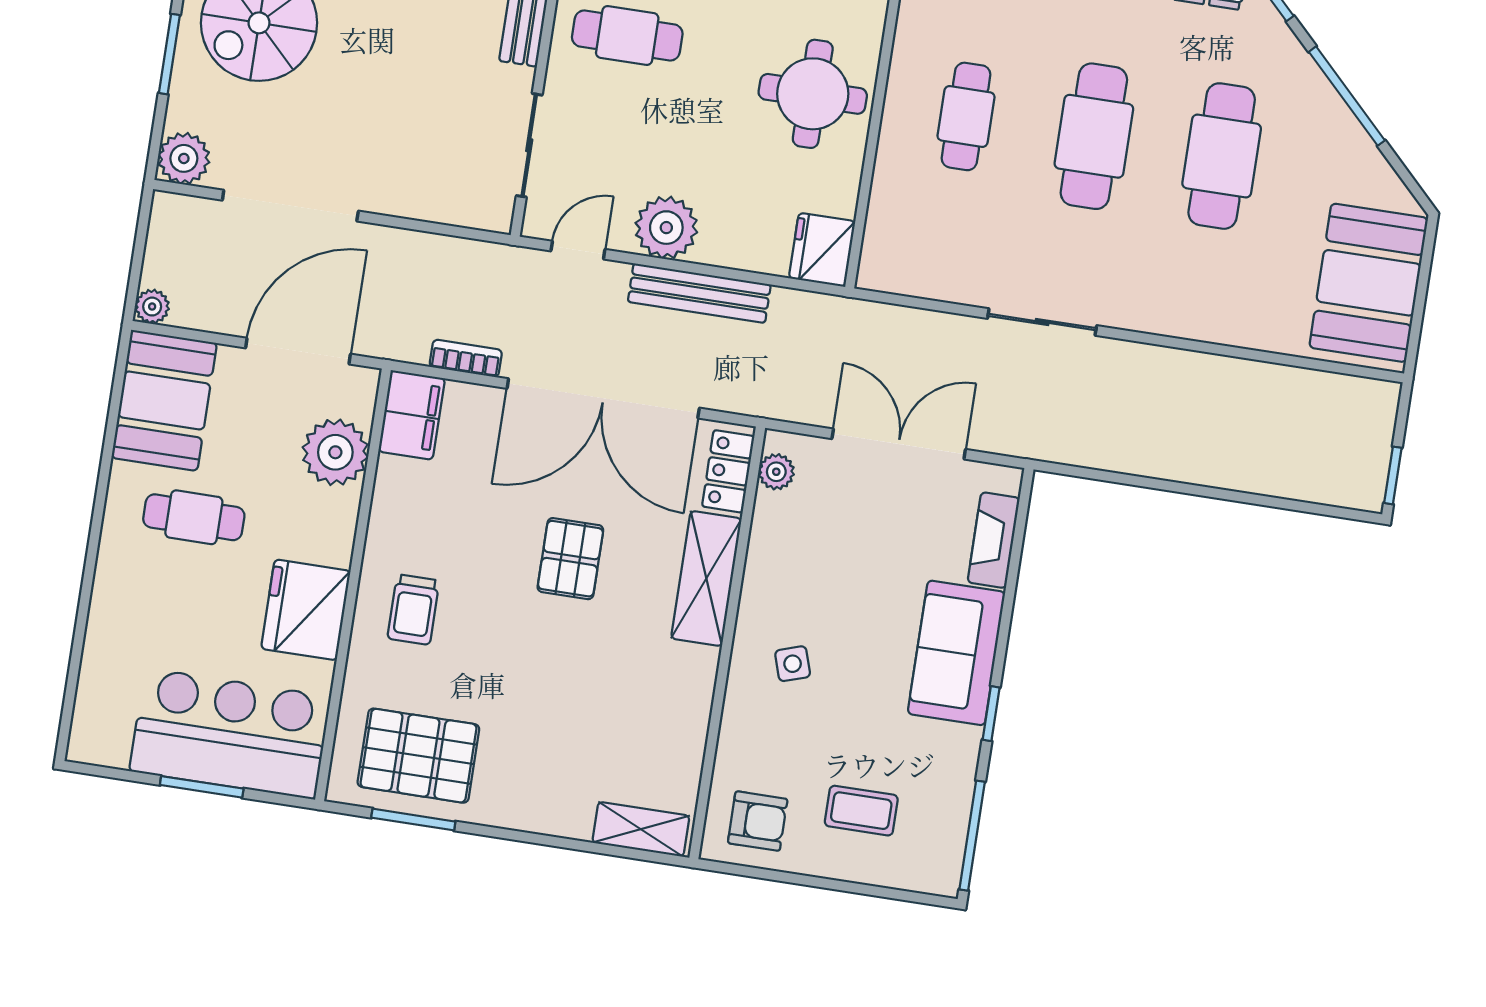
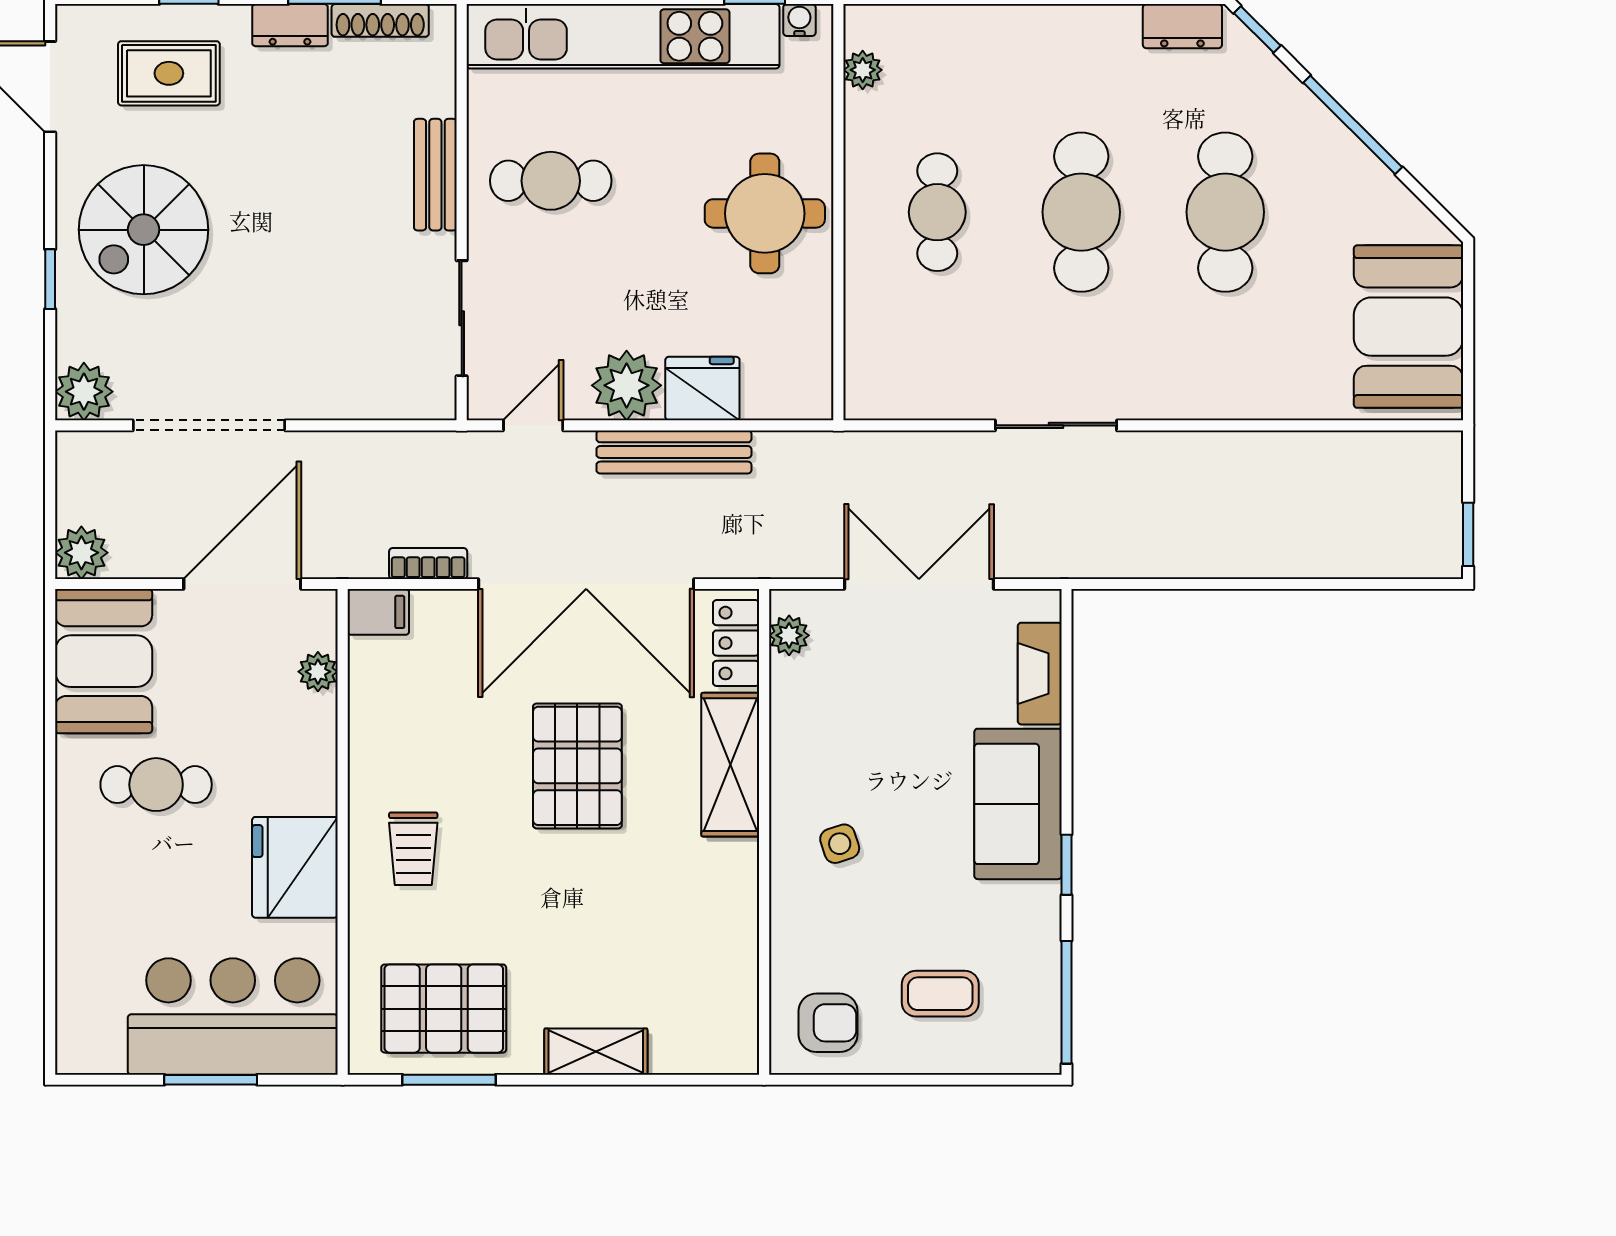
window: (169, 54) -> (50, 279), width x0.67
fridge: (822, 250) -> (702, 388), moved, turned 90
plant: (152, 307) -> (81, 553), width x1.38, depth x1.38
filing cabinet: (412, 415) -> (378, 612), width x0.50
plant: (335, 452) -> (318, 672), width x0.53, depth x0.53
pallet: (570, 559) -> (577, 766), width x1.50, depth x1.42
shelving: (641, 829) -> (596, 1052), moved

